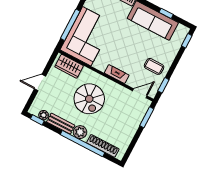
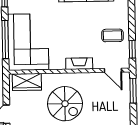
door: (140, 93) -> (113, 70), swing flipped

